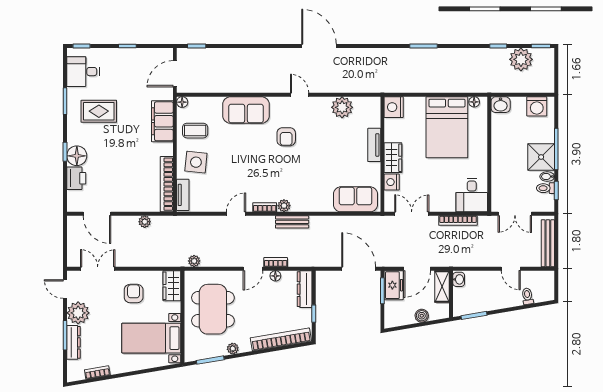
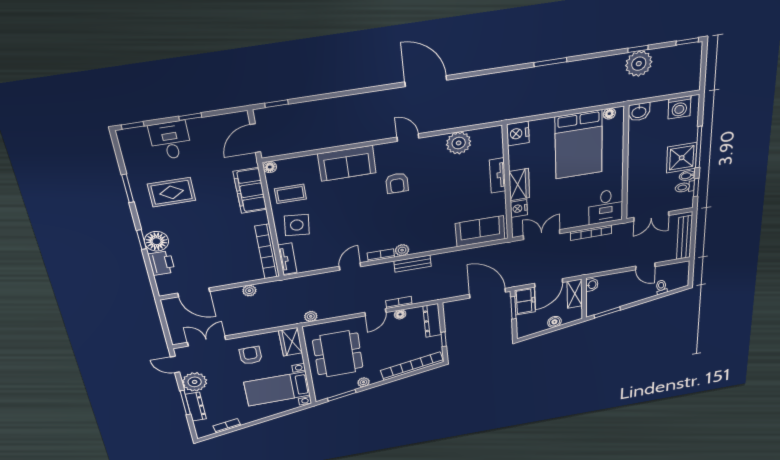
plant: (521, 59) -> (639, 64), moved
desk: (83, 72) -> (170, 140), moved, turned 90

